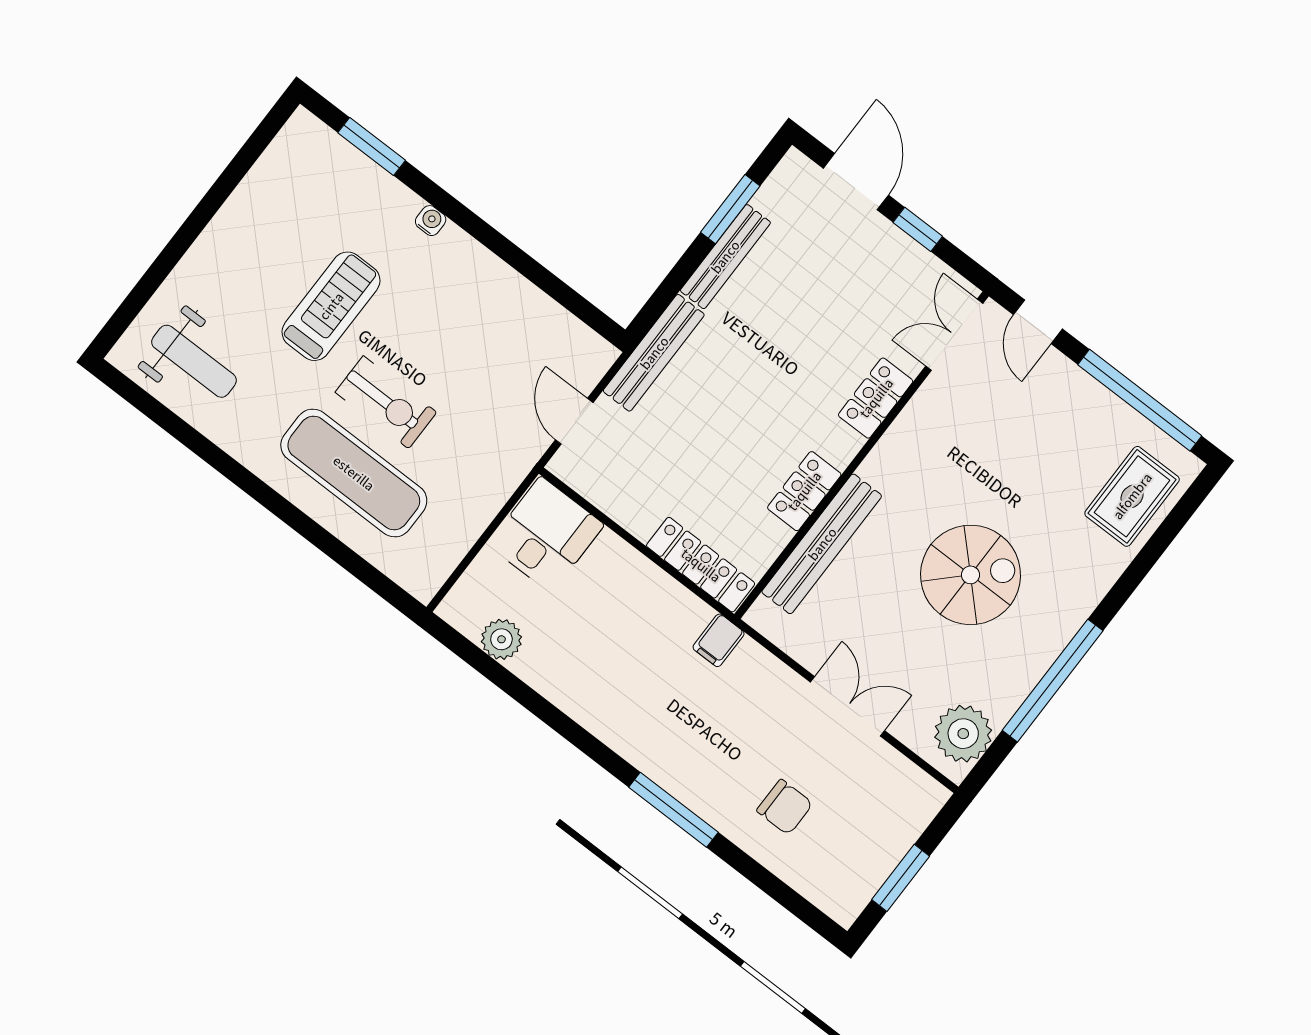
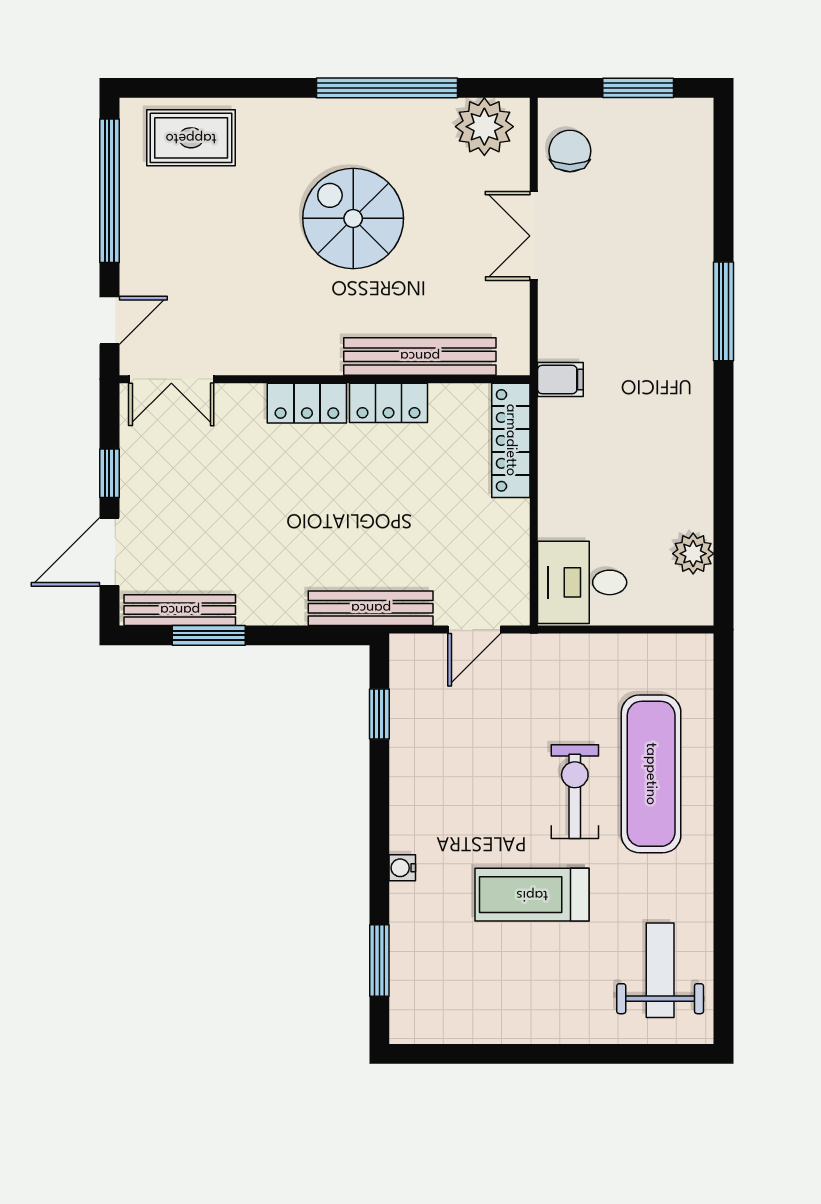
bench: (725, 257) -> (180, 610), moved
window: (565, 296) -> (379, 714), added
locker: (876, 398) -> (307, 403), moved
chair: (785, 807) -> (570, 151), moved

